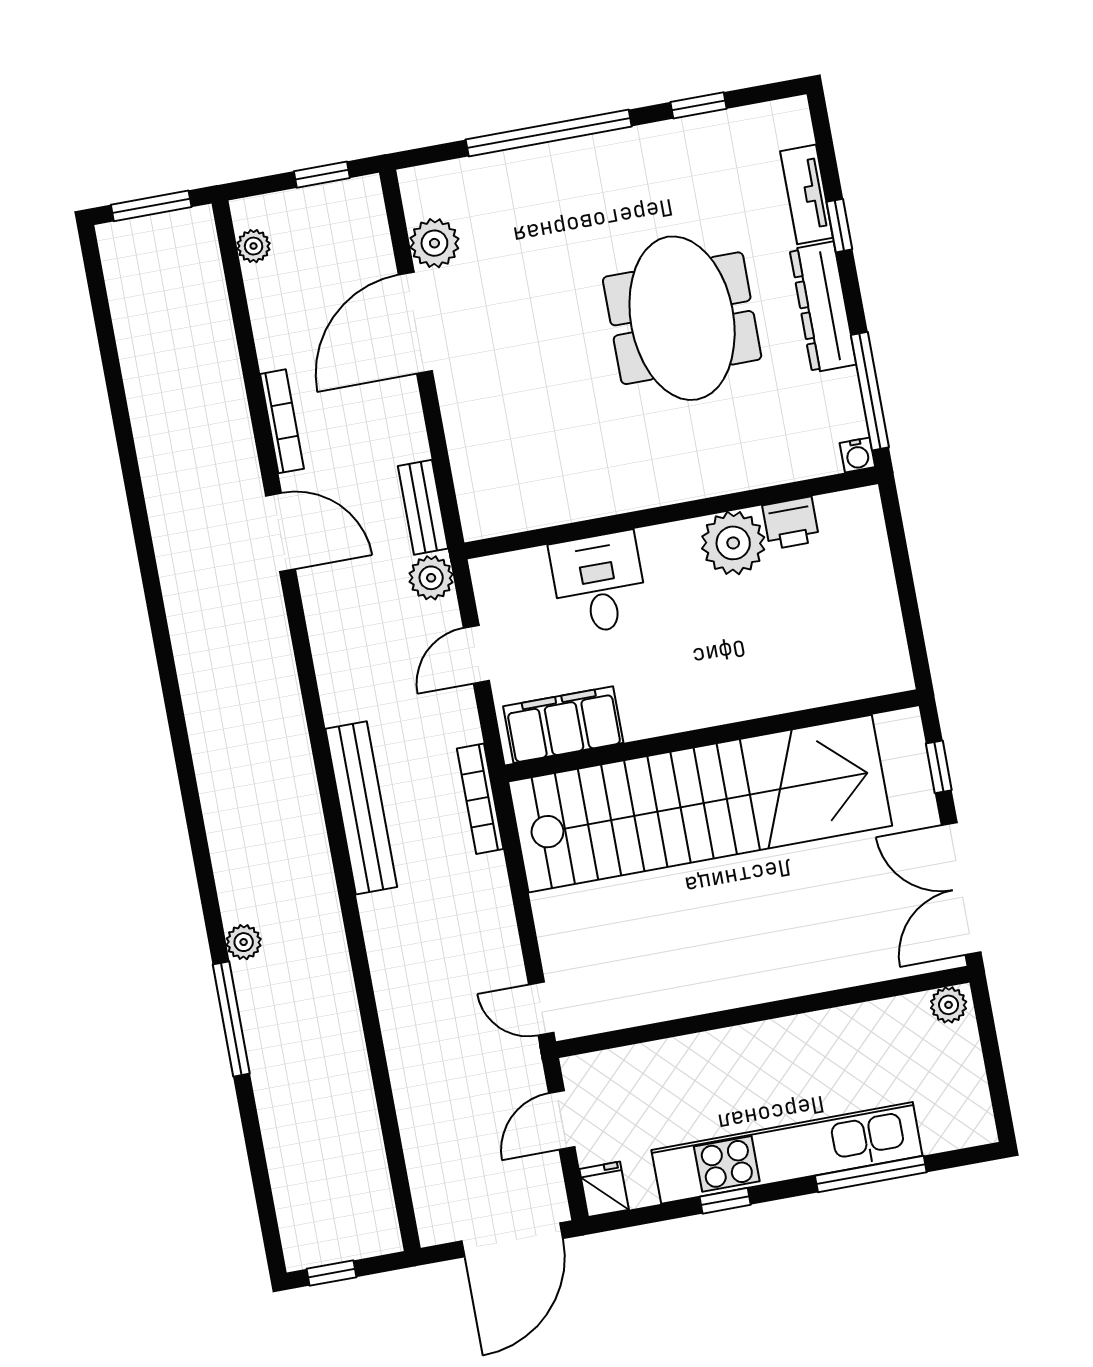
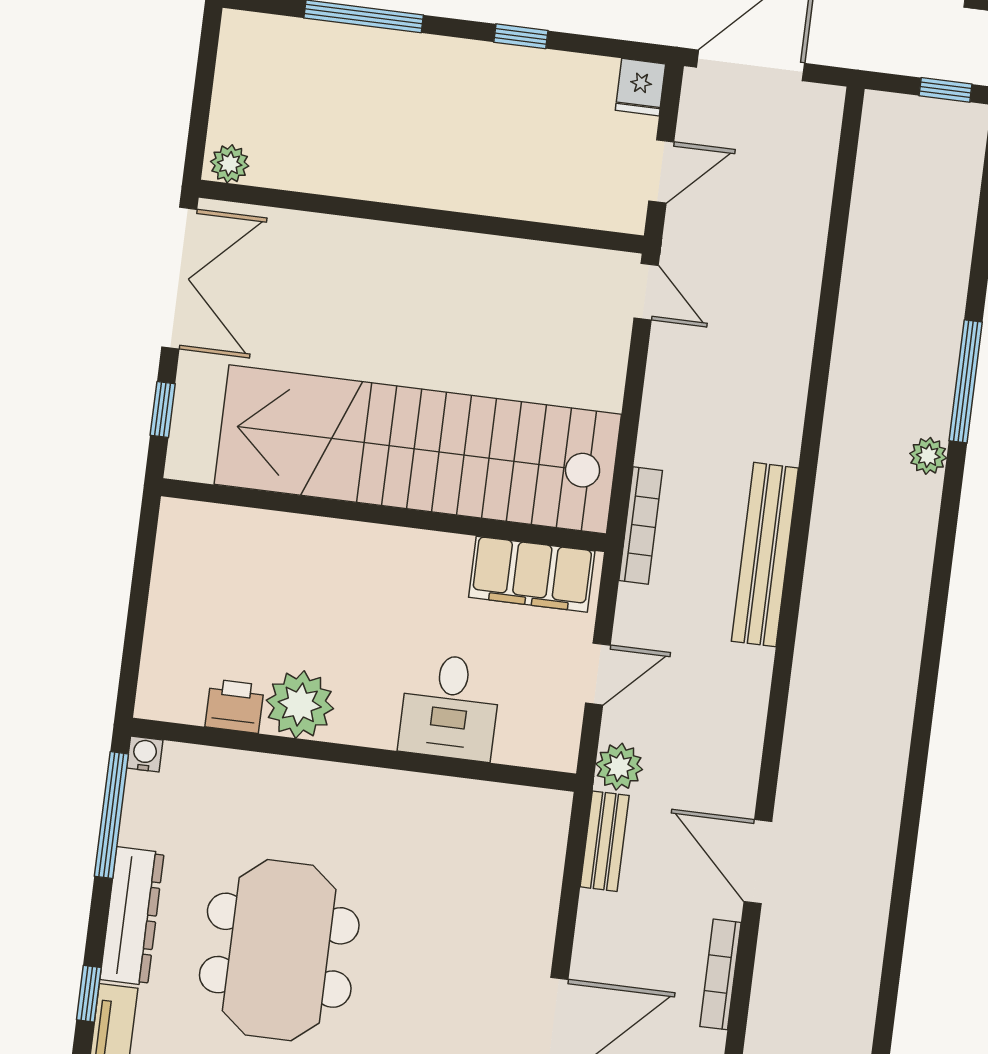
kitchen unit: (787, 1153) -> (442, 65), removed

